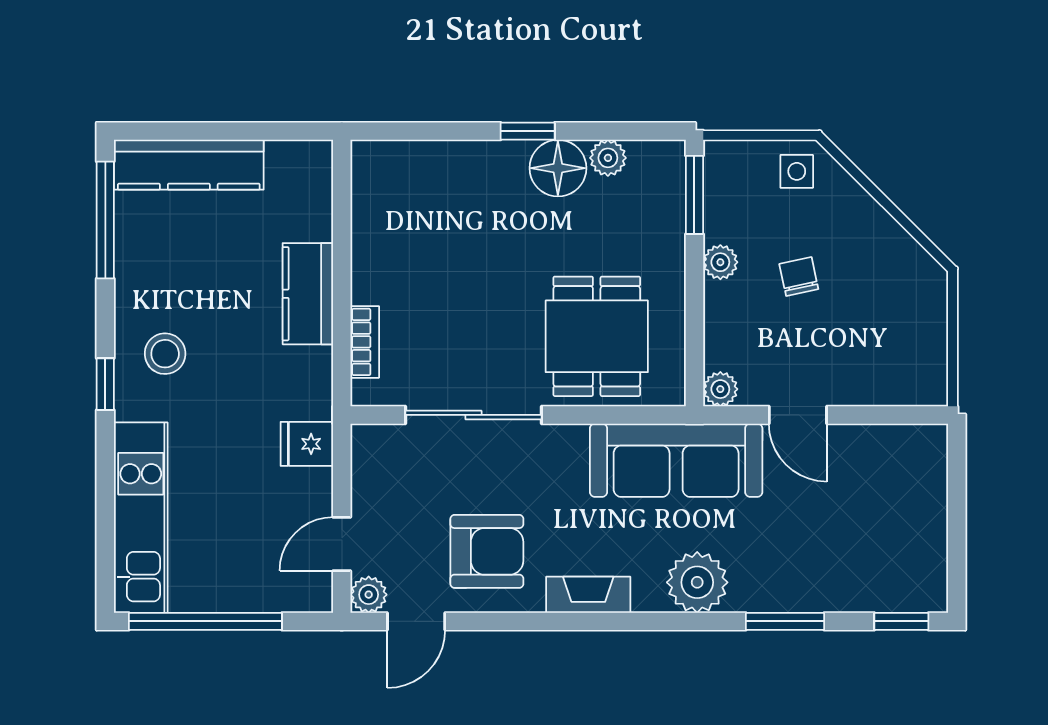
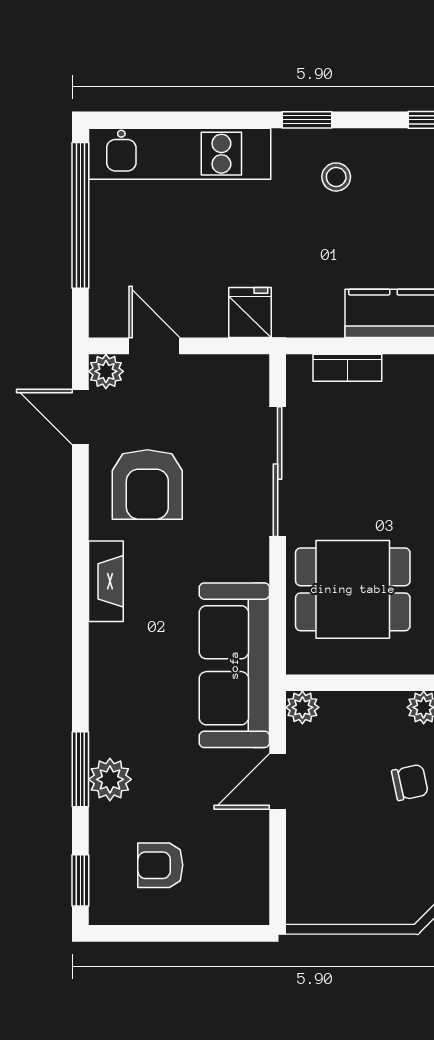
stool: (165, 354) -> (336, 177), width x0.73, depth x0.73
armchair: (885, 538) -> (160, 865), added
plant: (697, 582) -> (110, 779), moved, width x0.73, depth x0.73

